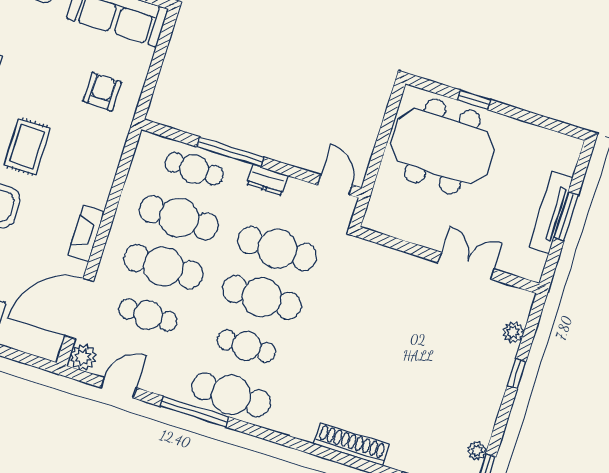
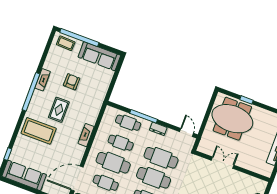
armchair: (102, 92) -> (72, 82), moved
cafe table: (179, 218) -> (121, 143), width x0.73, depth x0.74
fireplace: (86, 233) -> (86, 135), moved
double door: (466, 266) -> (223, 163), moved

